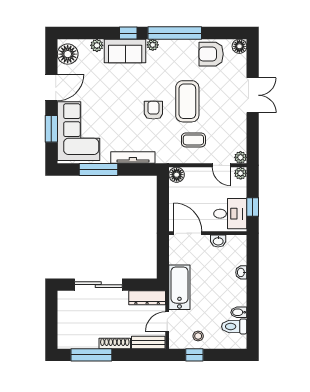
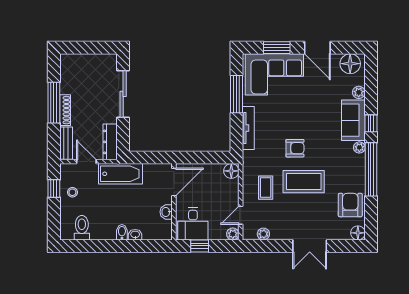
plant: (241, 157) -> (263, 234), moved
bidet: (239, 312) -> (122, 232), moved
window: (91, 355) -> (54, 103), moved

